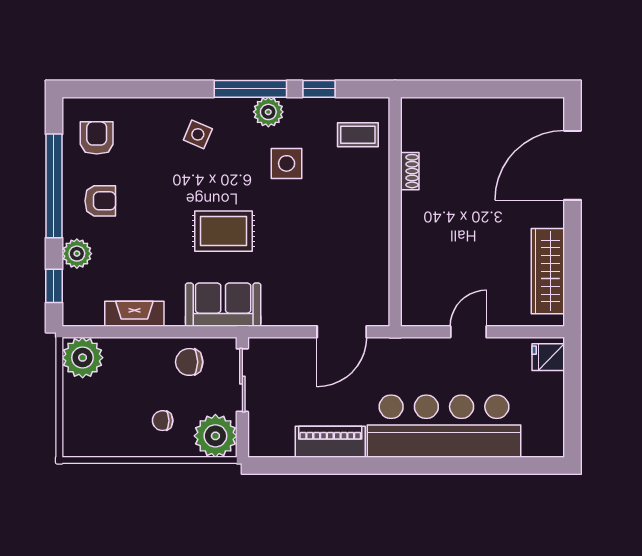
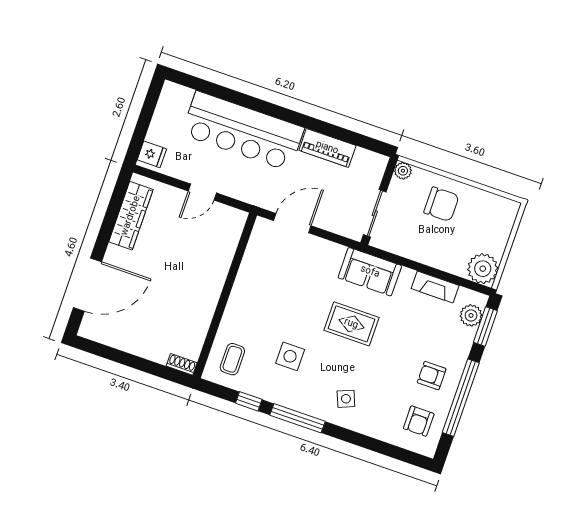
plant: (268, 112) -> (290, 397), removed
side table: (198, 134) -> (346, 399), turned 45
coffee table: (358, 135) -> (232, 359), turned 90
shoe rack: (410, 171) -> (182, 364), moved, turned 90
plant: (77, 254) -> (471, 315), moved
window: (54, 286) -> (485, 327), width x1.50
chair: (189, 362) -> (408, 239), removed
chair: (163, 421) -> (441, 204), width x1.87, depth x1.87
plant: (215, 436) -> (403, 171), width x0.53, depth x0.53

